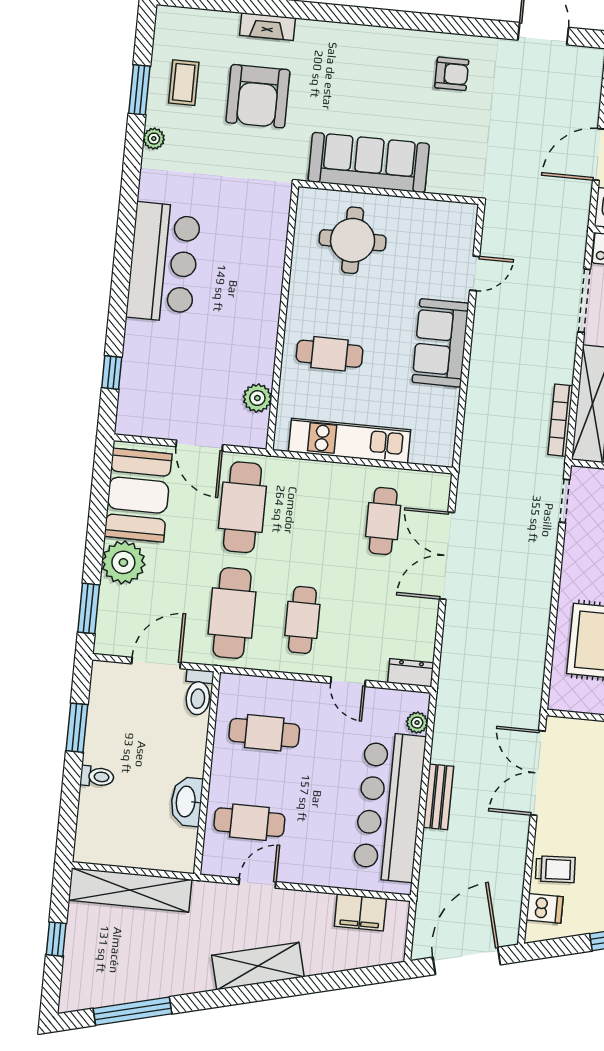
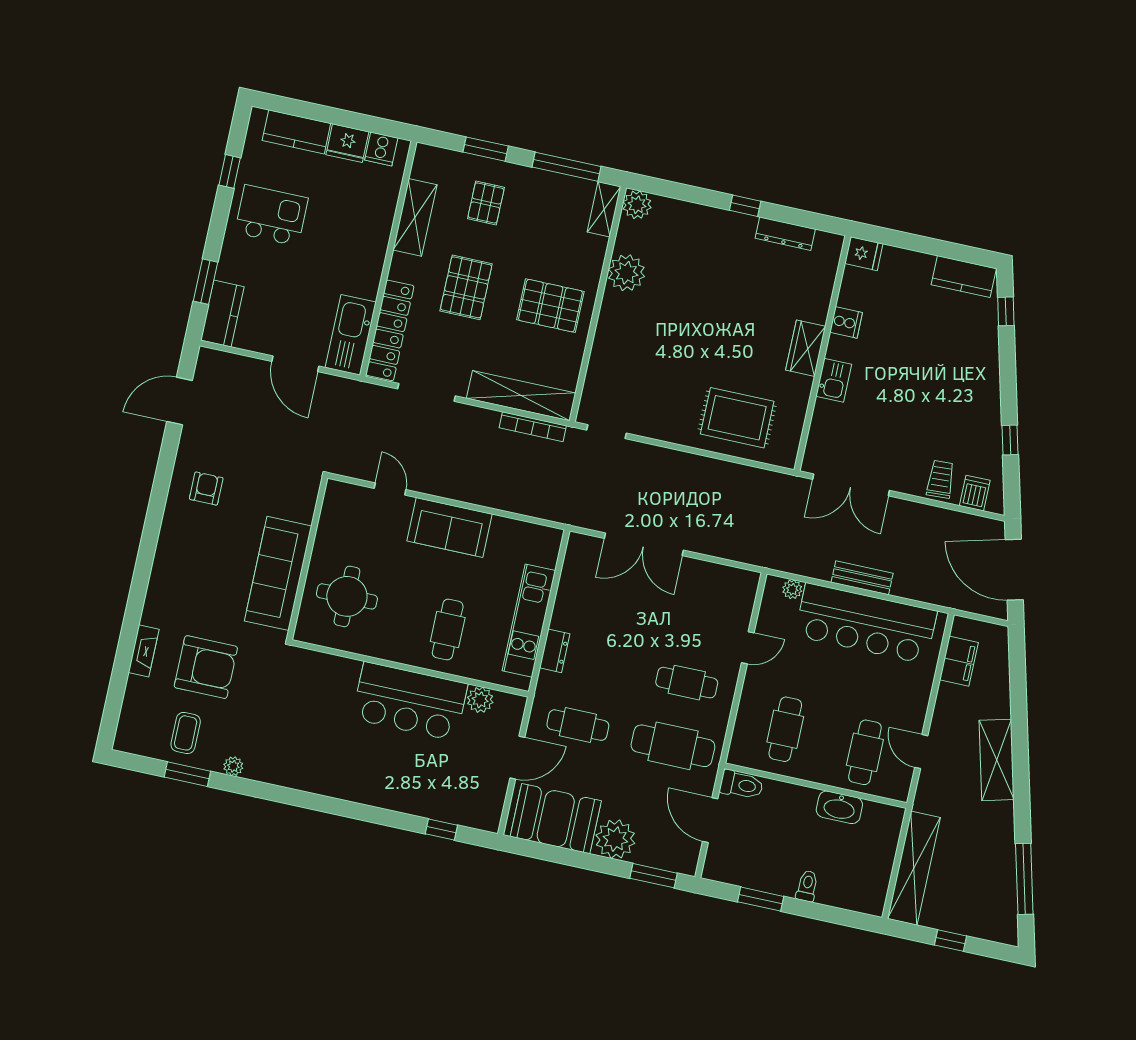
coffee table: (184, 83) -> (186, 733), turned 90
bar counter: (163, 262) -> (410, 701), moved, turned 180
cafe table: (242, 507) -> (578, 725), width x0.73, depth x0.74
cafe table: (383, 521) -> (605, 599), removed
dresser: (411, 673) -> (555, 651), moved, turned 180

